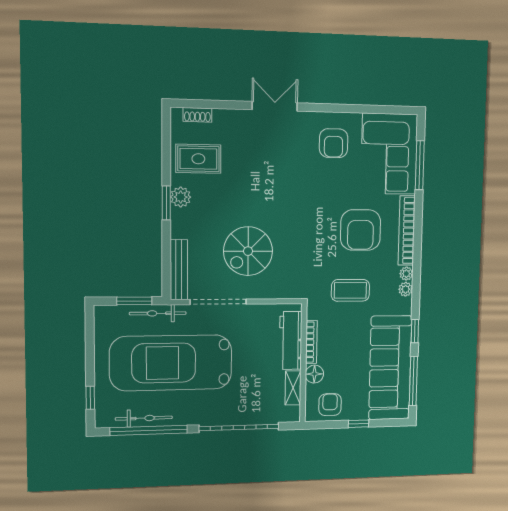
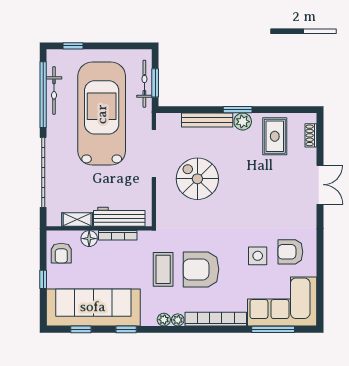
double door: (275, 106) -> (320, 185), moved
side table: (337, 182) -> (258, 256), added
armchair: (361, 230) -> (201, 269), moved
bench: (179, 270) -> (207, 120), moved
bicycle: (158, 313) -> (144, 84), moved
window: (413, 381) -> (81, 329), width x0.46
armchair: (330, 405) -> (61, 253), turned 90

